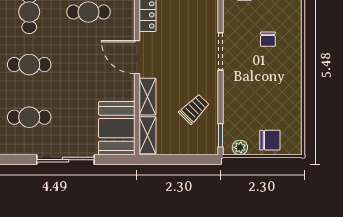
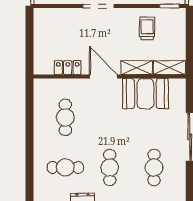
door: (137, 57) -> (103, 77), swing flipped
trolley: (194, 109) -> (147, 28), turned 45
booth: (117, 128) -> (145, 94), moved

